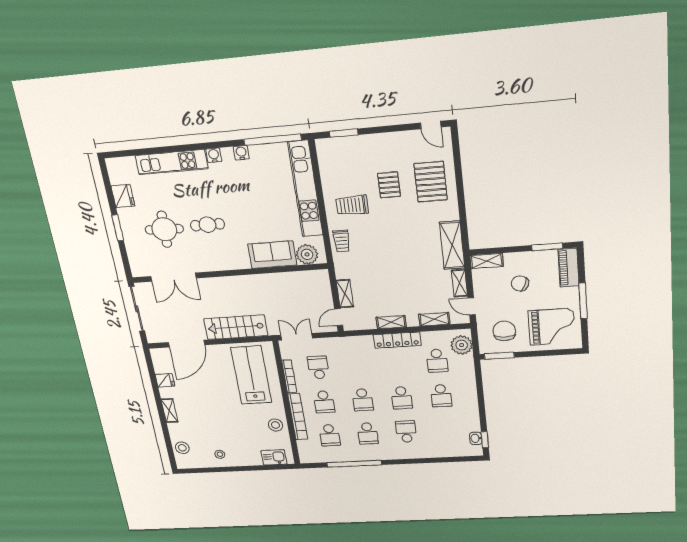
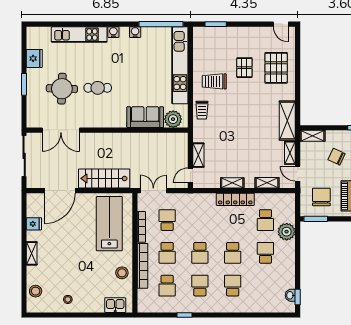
plant: (462, 345) -> (287, 232), moved
school desk: (441, 396) -> (265, 253), turned 180
school desk: (368, 433) -> (200, 286), turned 180
window: (354, 464) -> (184, 315), width x0.32

